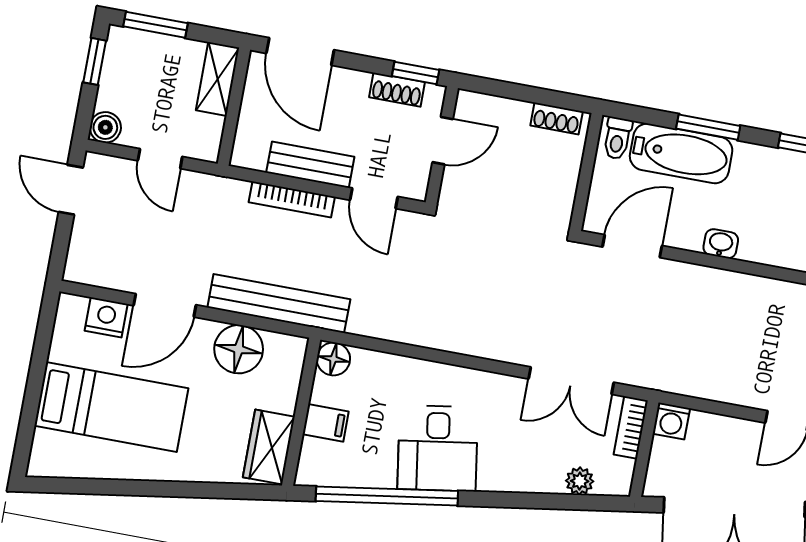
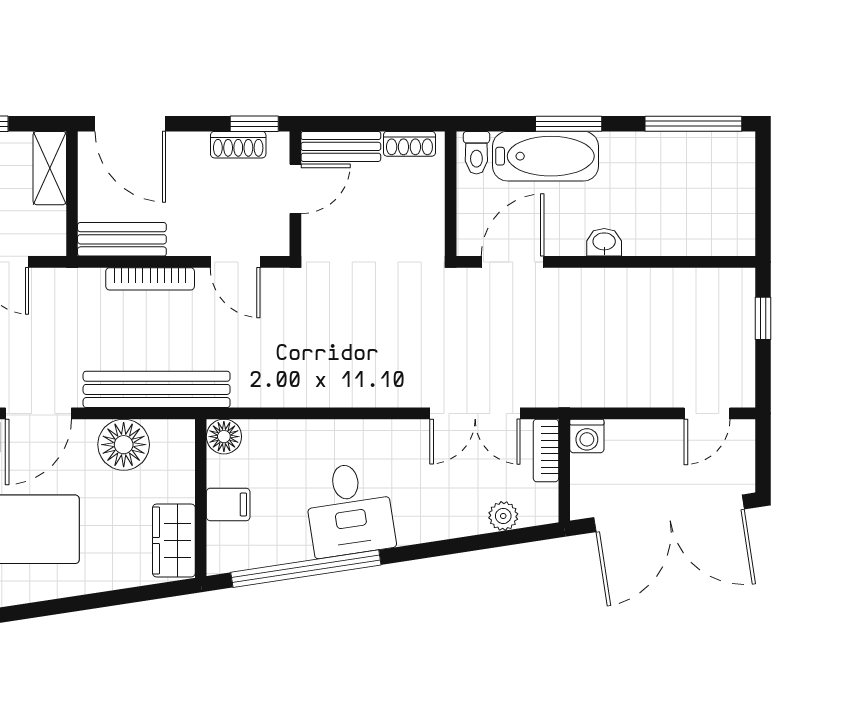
bench: (492, 109) -> (341, 146), added
bench: (310, 165) -> (122, 239), moved

